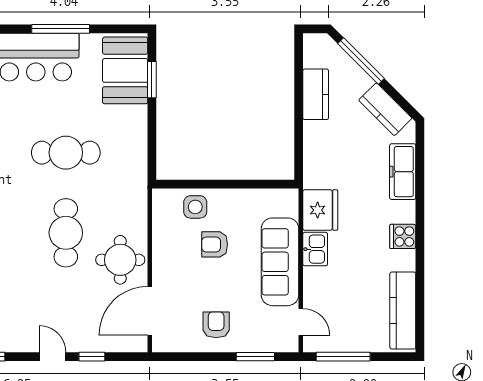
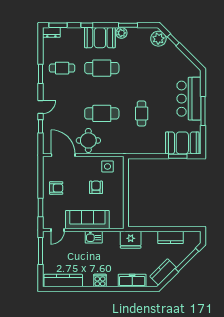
cafe table: (66, 153) -> (142, 113), width x0.73, depth x0.74
side table: (195, 207) -> (108, 166), moved
fridge: (320, 210) -> (131, 240), moved

